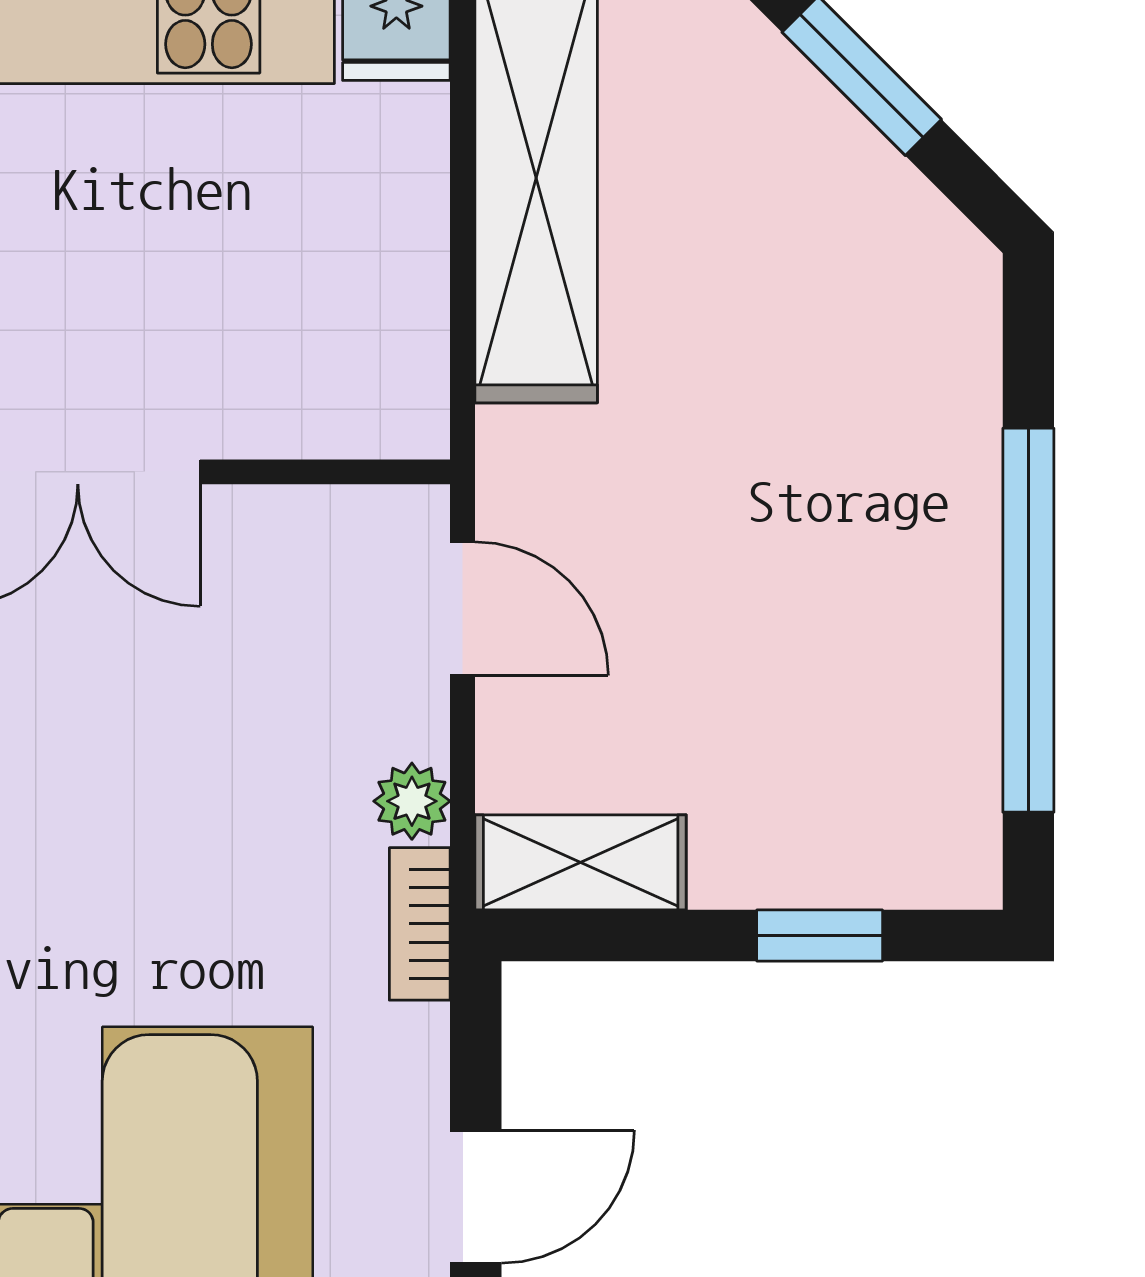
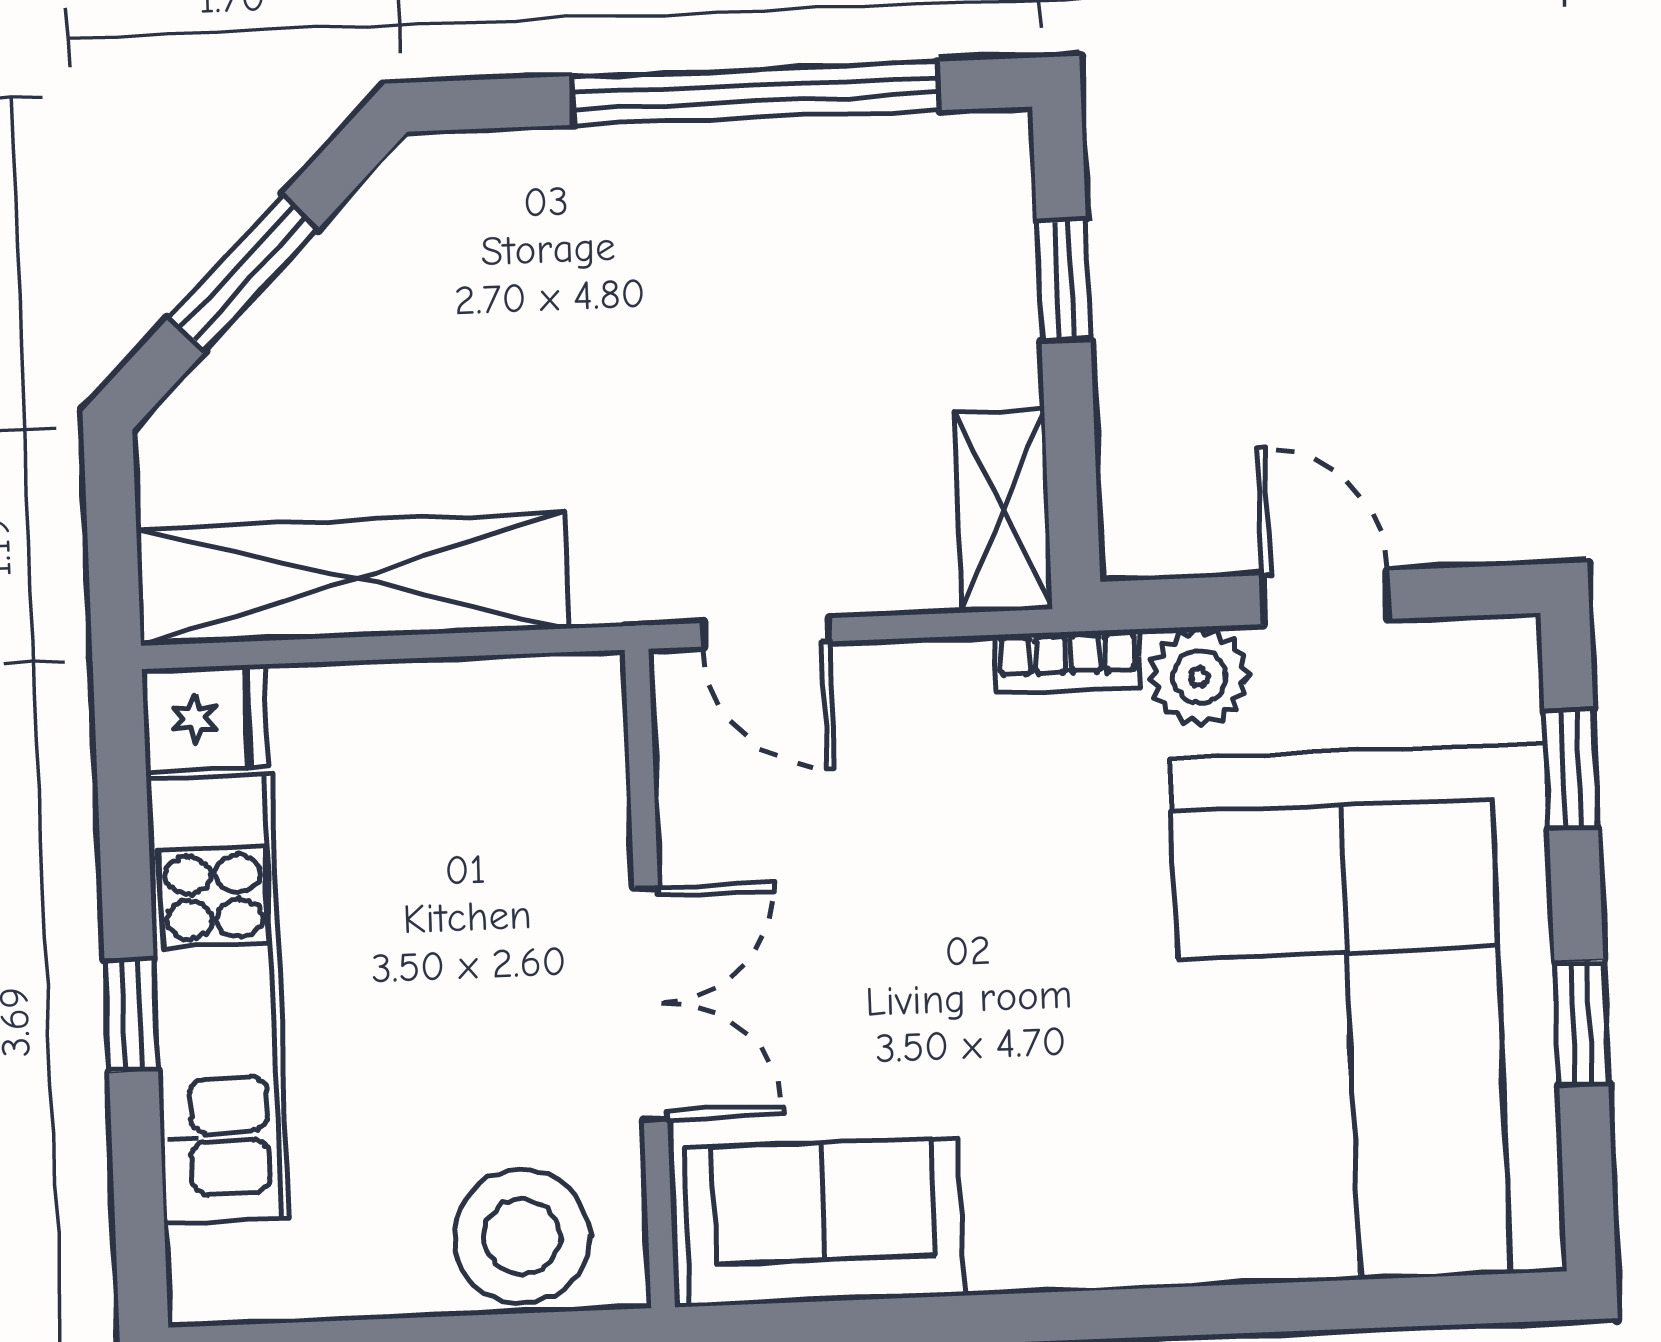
door: (463, 609) -> (766, 632), swing flipped
plant: (412, 801) -> (1199, 677), moved, width x1.38, depth x1.38

